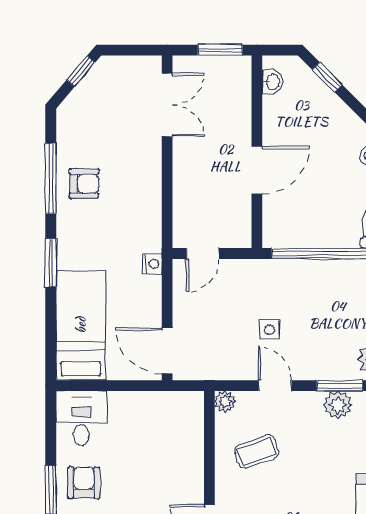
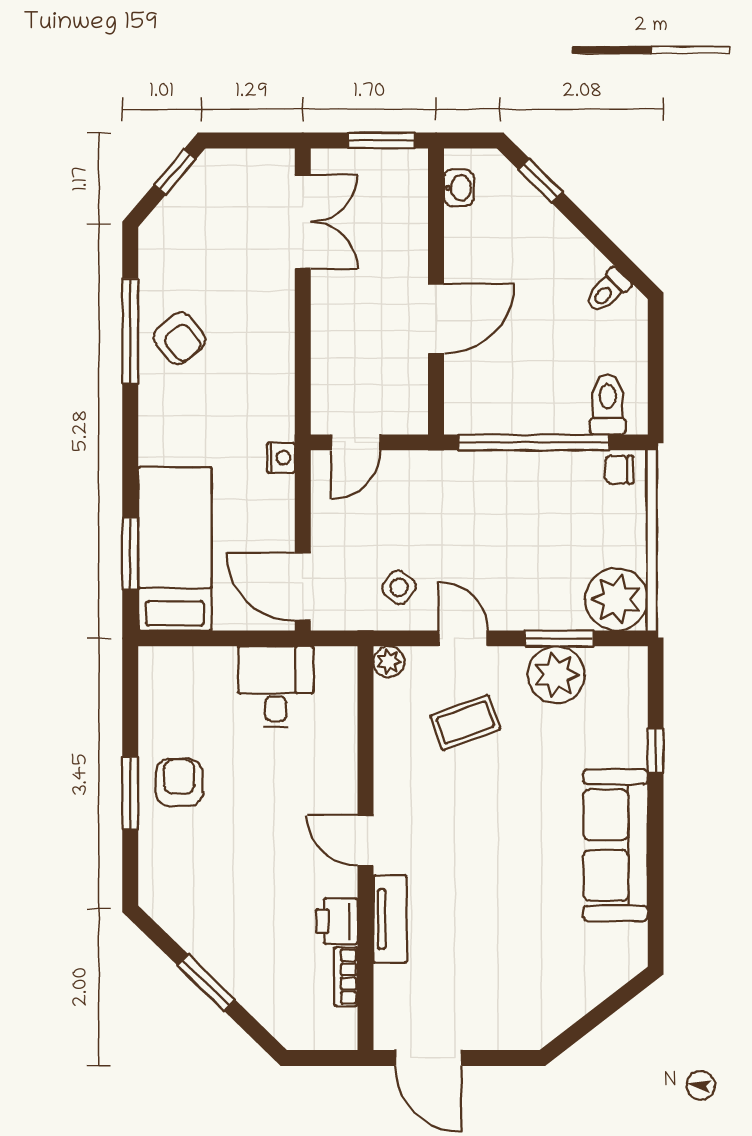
armchair: (84, 184) -> (179, 339), turned 51
window: (51, 263) -> (130, 554), moved
side table: (269, 330) -> (399, 587), moved, turned 37
plant: (338, 405) -> (556, 675), width x1.36, depth x1.36
desk: (81, 418) -> (276, 687), moved
coffee table: (257, 451) -> (465, 723), moved

